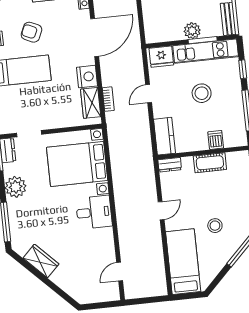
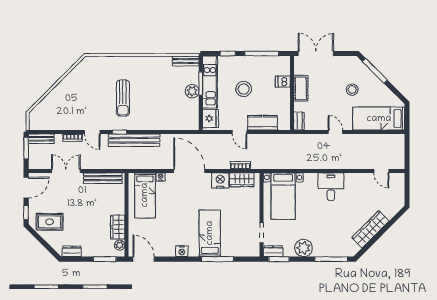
armchair: (31, 32) -> (179, 222), removed
kitchen counter: (165, 136) -> (263, 123), moved
bed with nightstands: (77, 164) -> (283, 196), width x0.73
wardrobe: (41, 261) -> (370, 229), width x1.50

